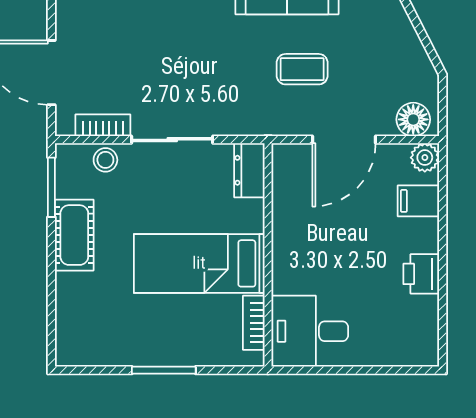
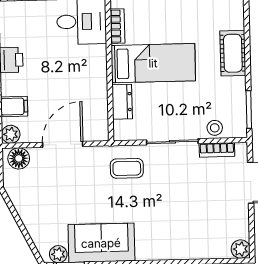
coffee table: (302, 69) -> (127, 168), moved
dresser: (249, 170) -> (122, 102), moved
cot: (74, 235) -> (233, 53), moved

